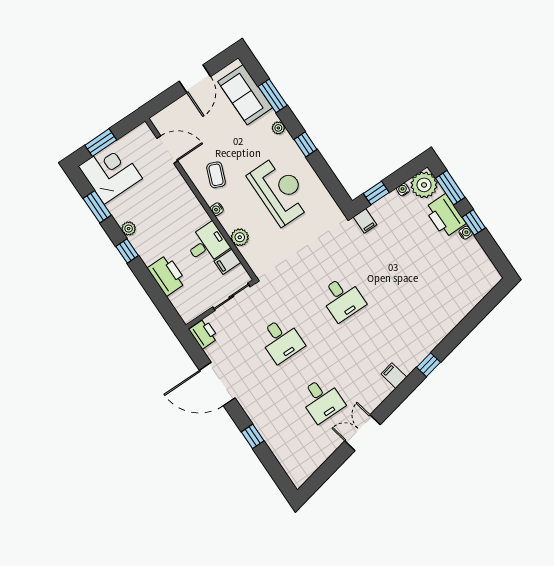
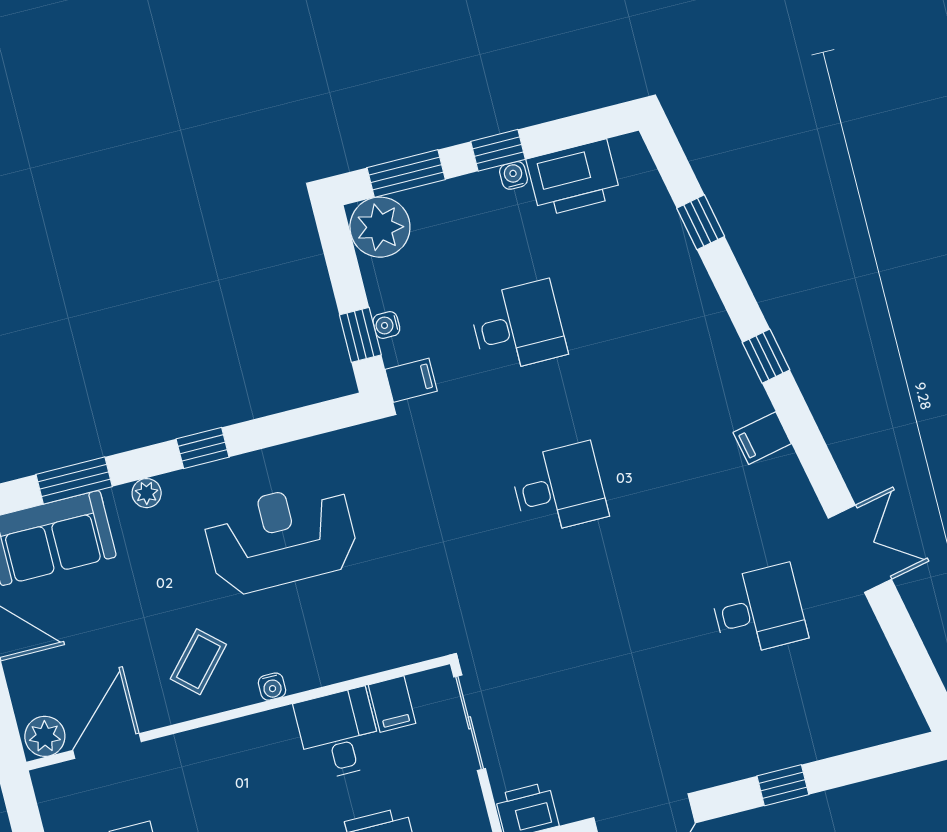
coffee table: (216, 175) -> (198, 662), turned -70
water cooler: (403, 190) -> (386, 325), moved
printer: (445, 216) -> (574, 178), moved
plant: (240, 237) -> (45, 736), moved
window: (474, 317) -> (701, 222), added
desk: (281, 340) -> (518, 326), moved
double door: (362, 433) -> (860, 549), swing flipped

